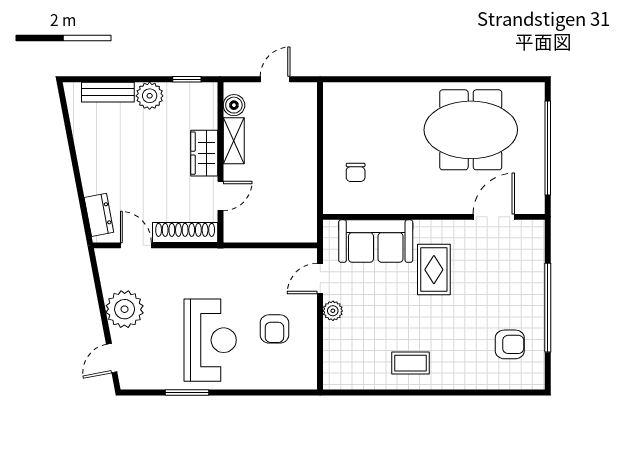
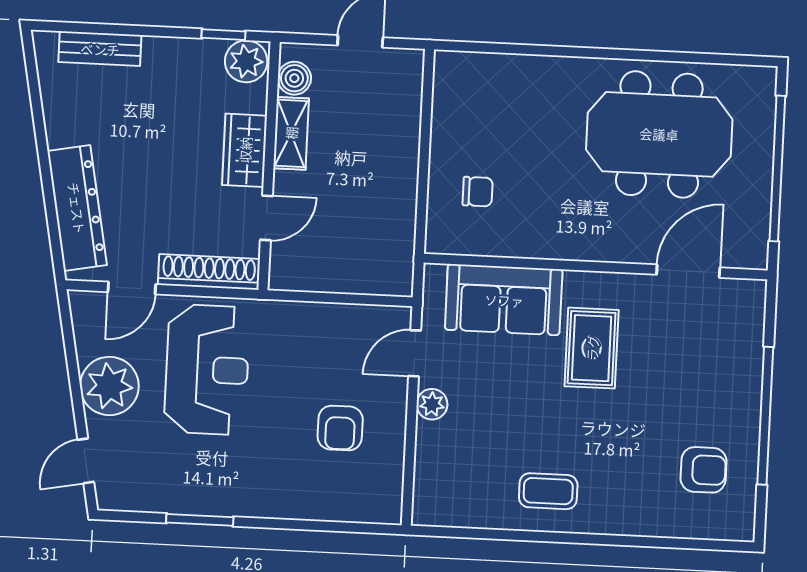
plant: (150, 96) -> (246, 61), moved
chair: (356, 172) -> (478, 192), turned -90
dresser: (99, 215) -> (77, 208), width x1.96, depth x1.24
door: (136, 245) -> (132, 288), swing flipped
reception desk: (210, 340) -> (207, 370), moved

